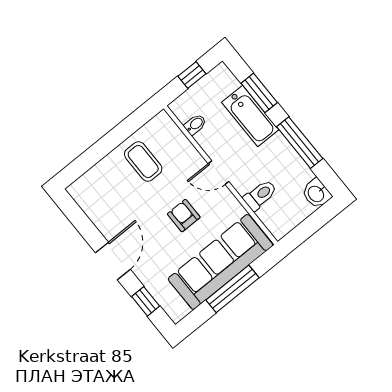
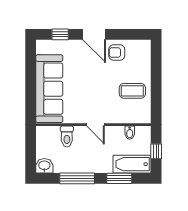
bathtub: (250, 116) -> (132, 164), moved
door: (219, 173) -> (95, 125), swing flipped
armchair: (184, 216) -> (117, 52), moved, turned 180
window: (232, 289) -> (31, 84), removed

